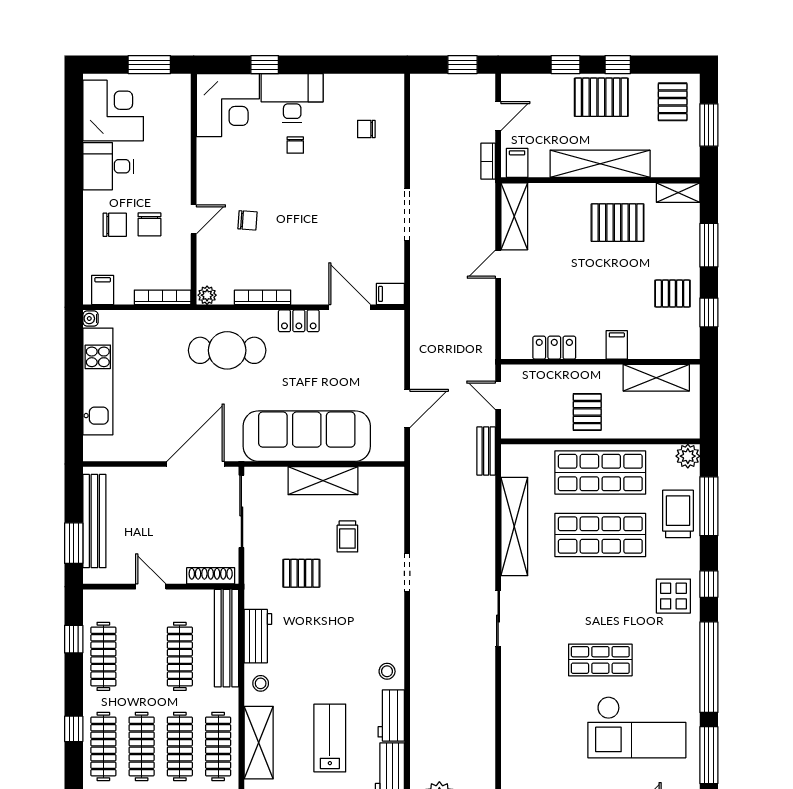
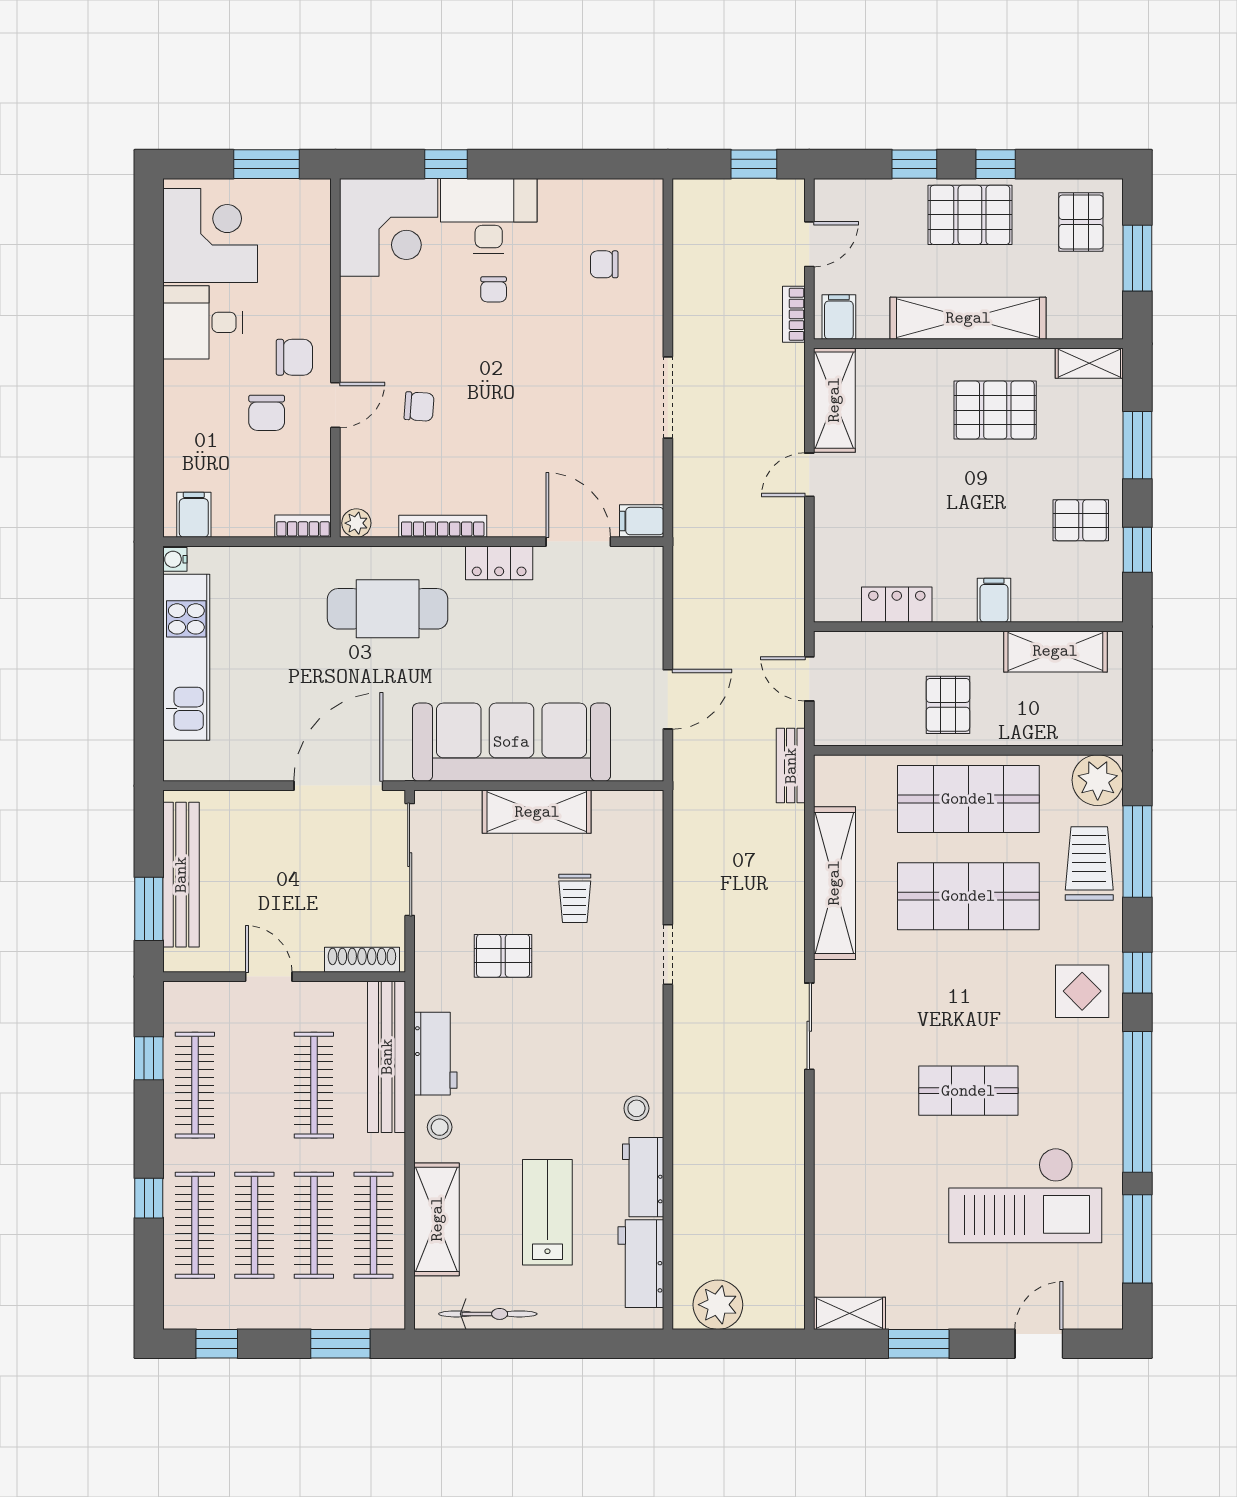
chair: (115, 225) -> (294, 357), moved
bookcase: (163, 297) -> (303, 526), width x0.64
plant: (688, 456) -> (1098, 780), width x1.36, depth x1.36

